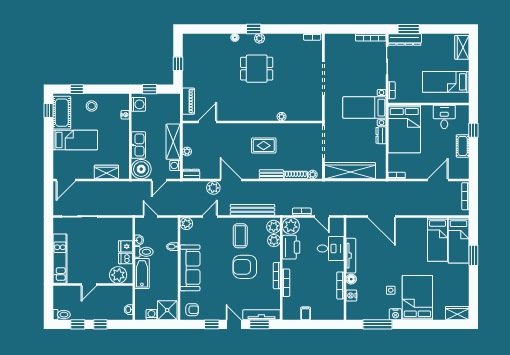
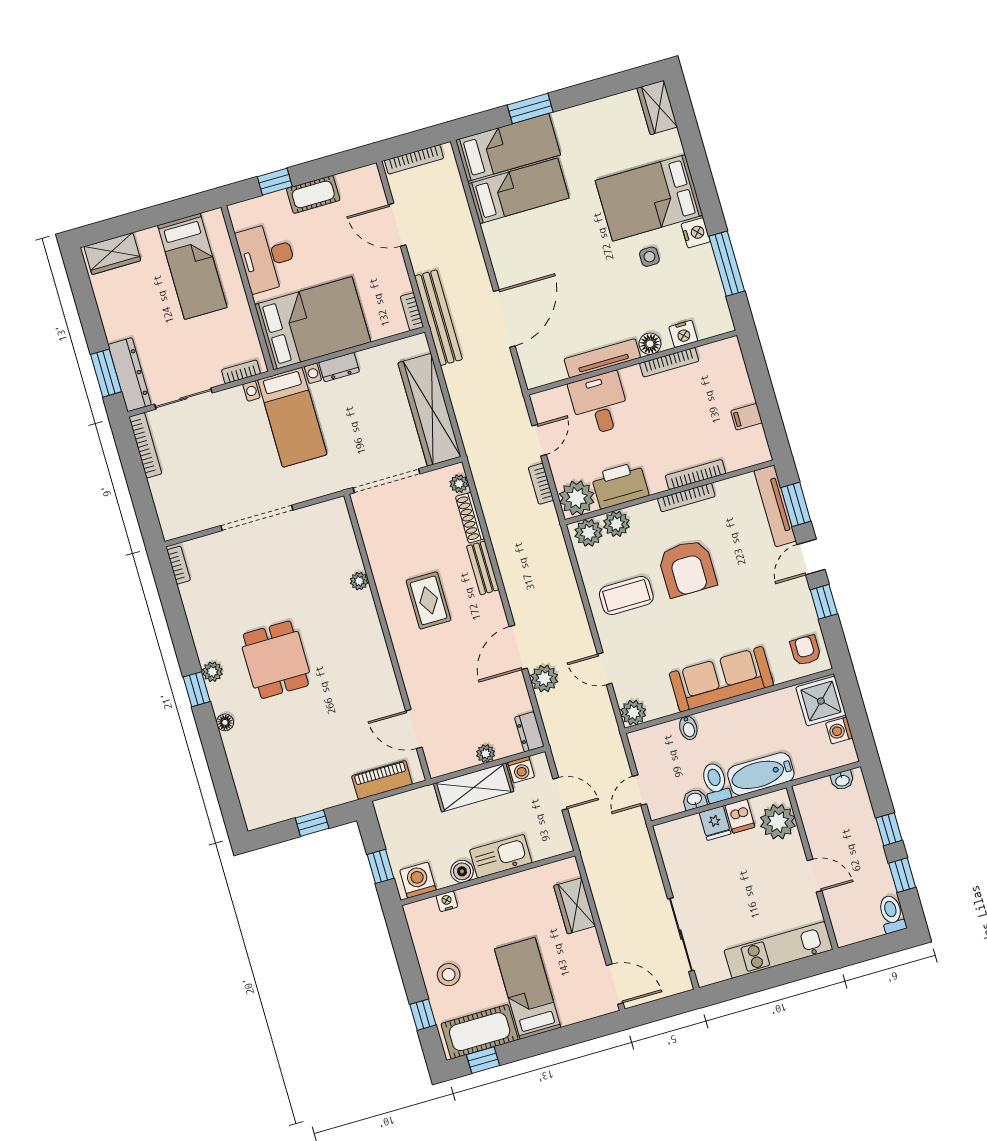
desk: (444, 117) -> (267, 257), width x1.37
boiler: (141, 169) -> (462, 871), moved, width x0.54, depth x0.54
bench: (253, 210) -> (438, 318), moved

